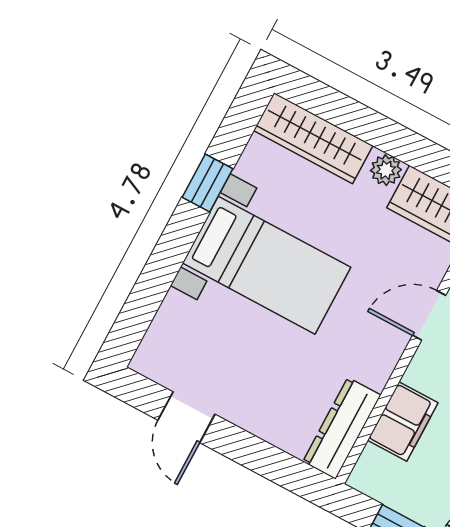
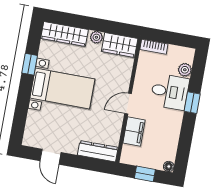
door: (429, 315) -> (128, 104), moved
dresser: (342, 428) -> (98, 151), moved, turned 90

